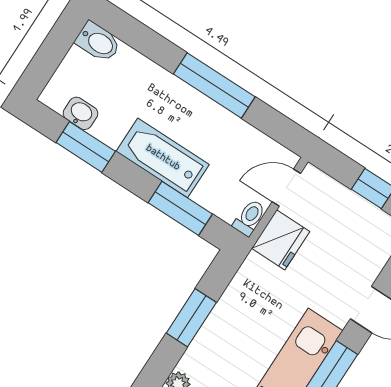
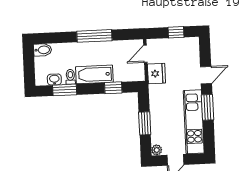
window: (180, 208) -> (113, 88), width x0.67
toilet: (249, 218) -> (70, 77), moved

